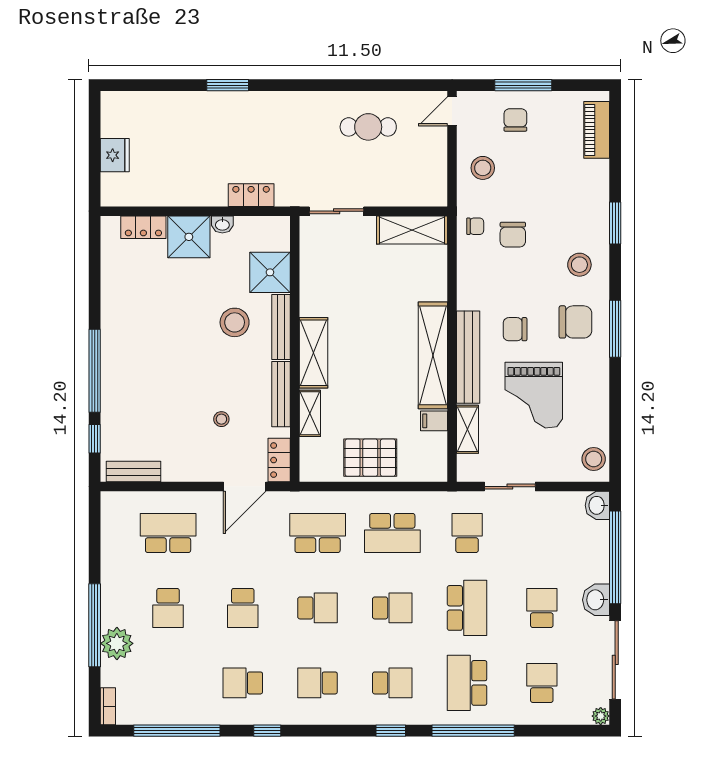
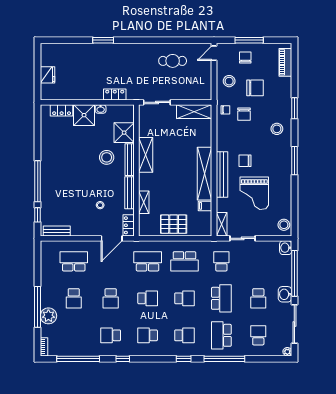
chair: (575, 322) -> (255, 88), moved
shelving: (314, 353) -> (146, 155), moved
shelving: (468, 429) -> (222, 224), moved
school desk: (542, 608) -> (258, 298), turned 180

